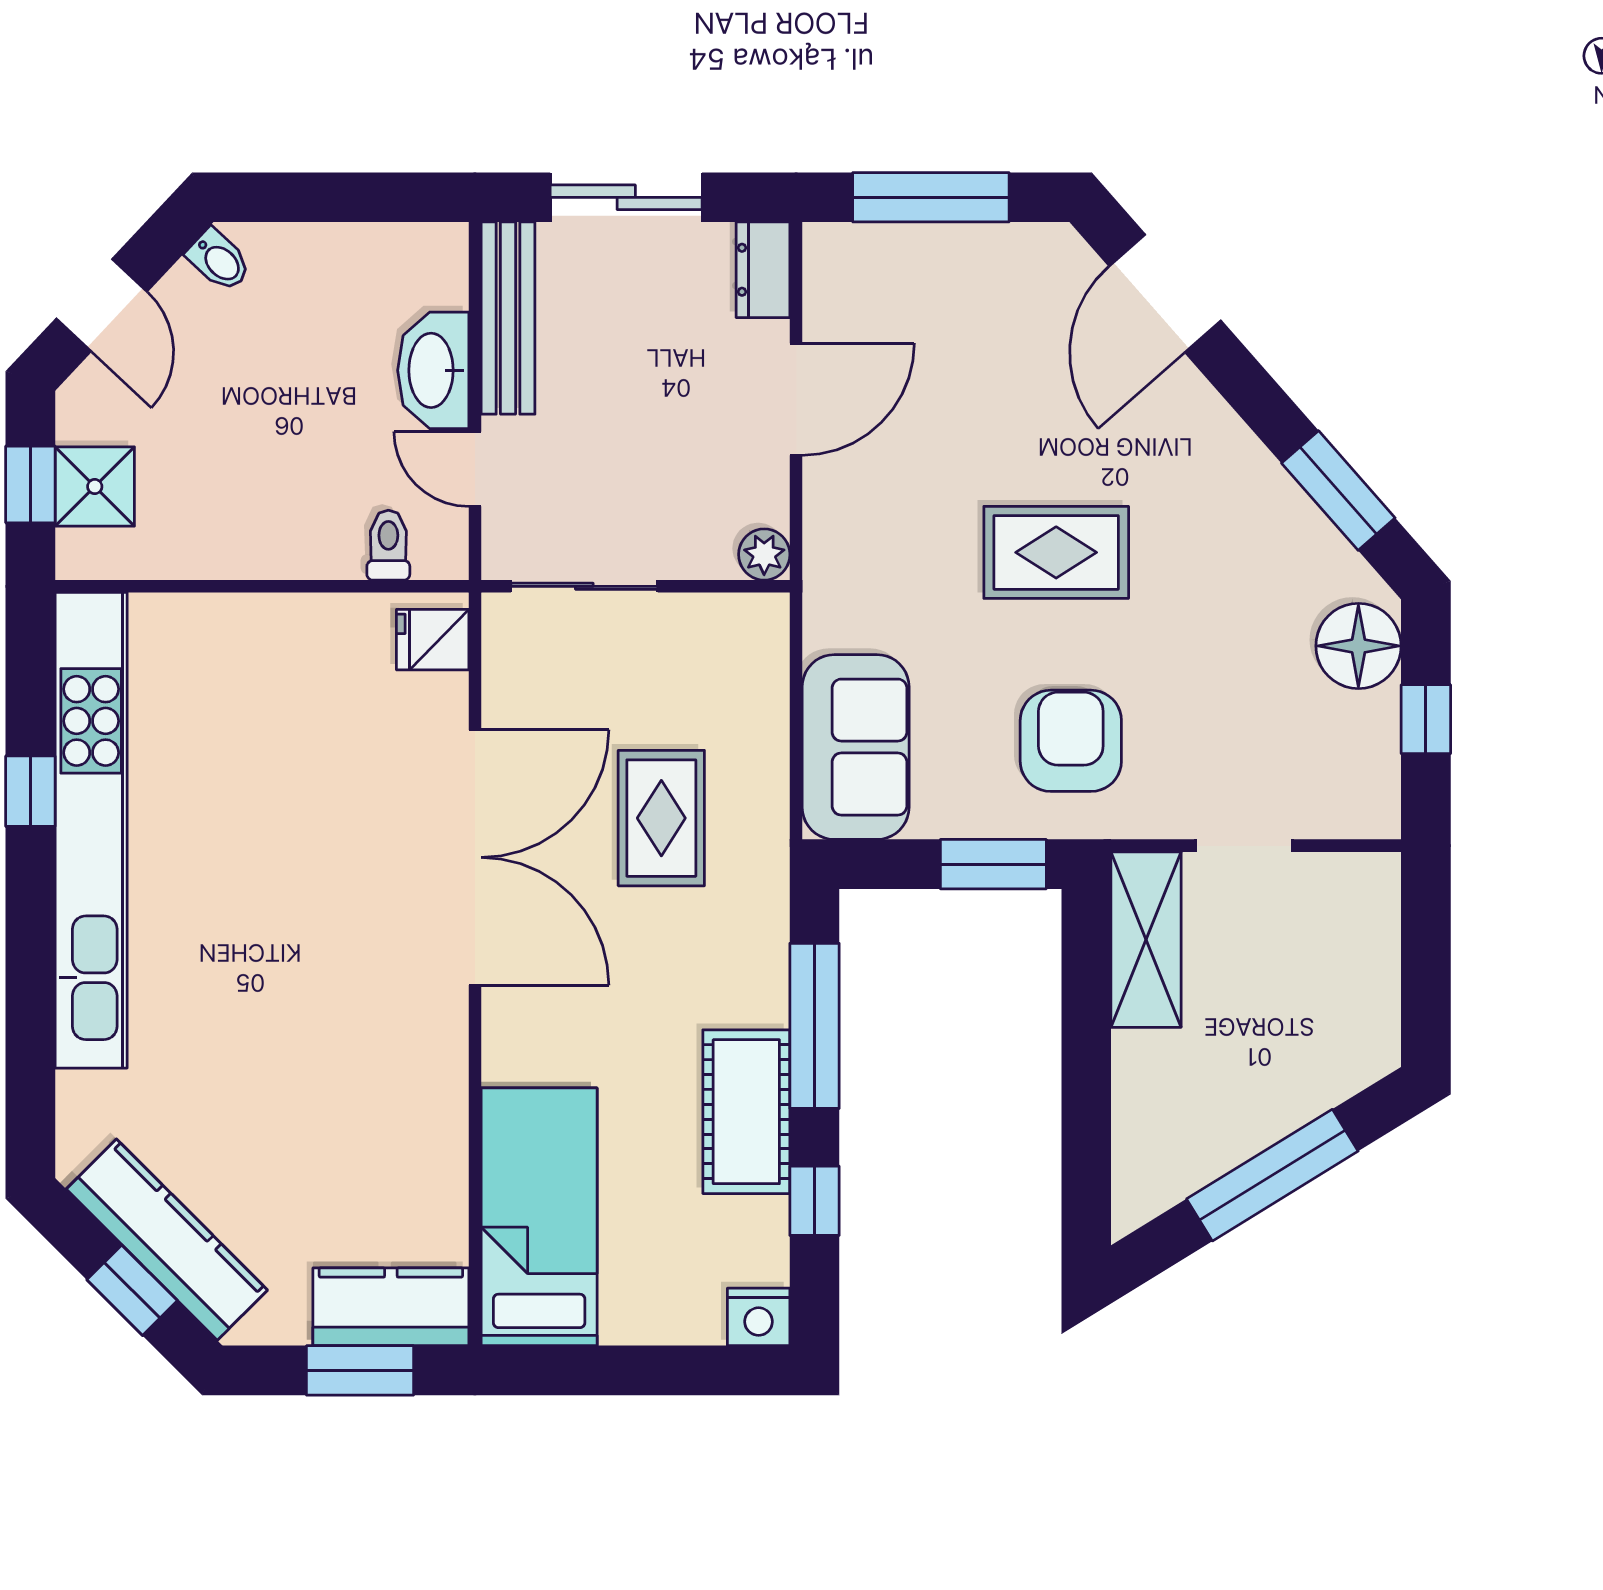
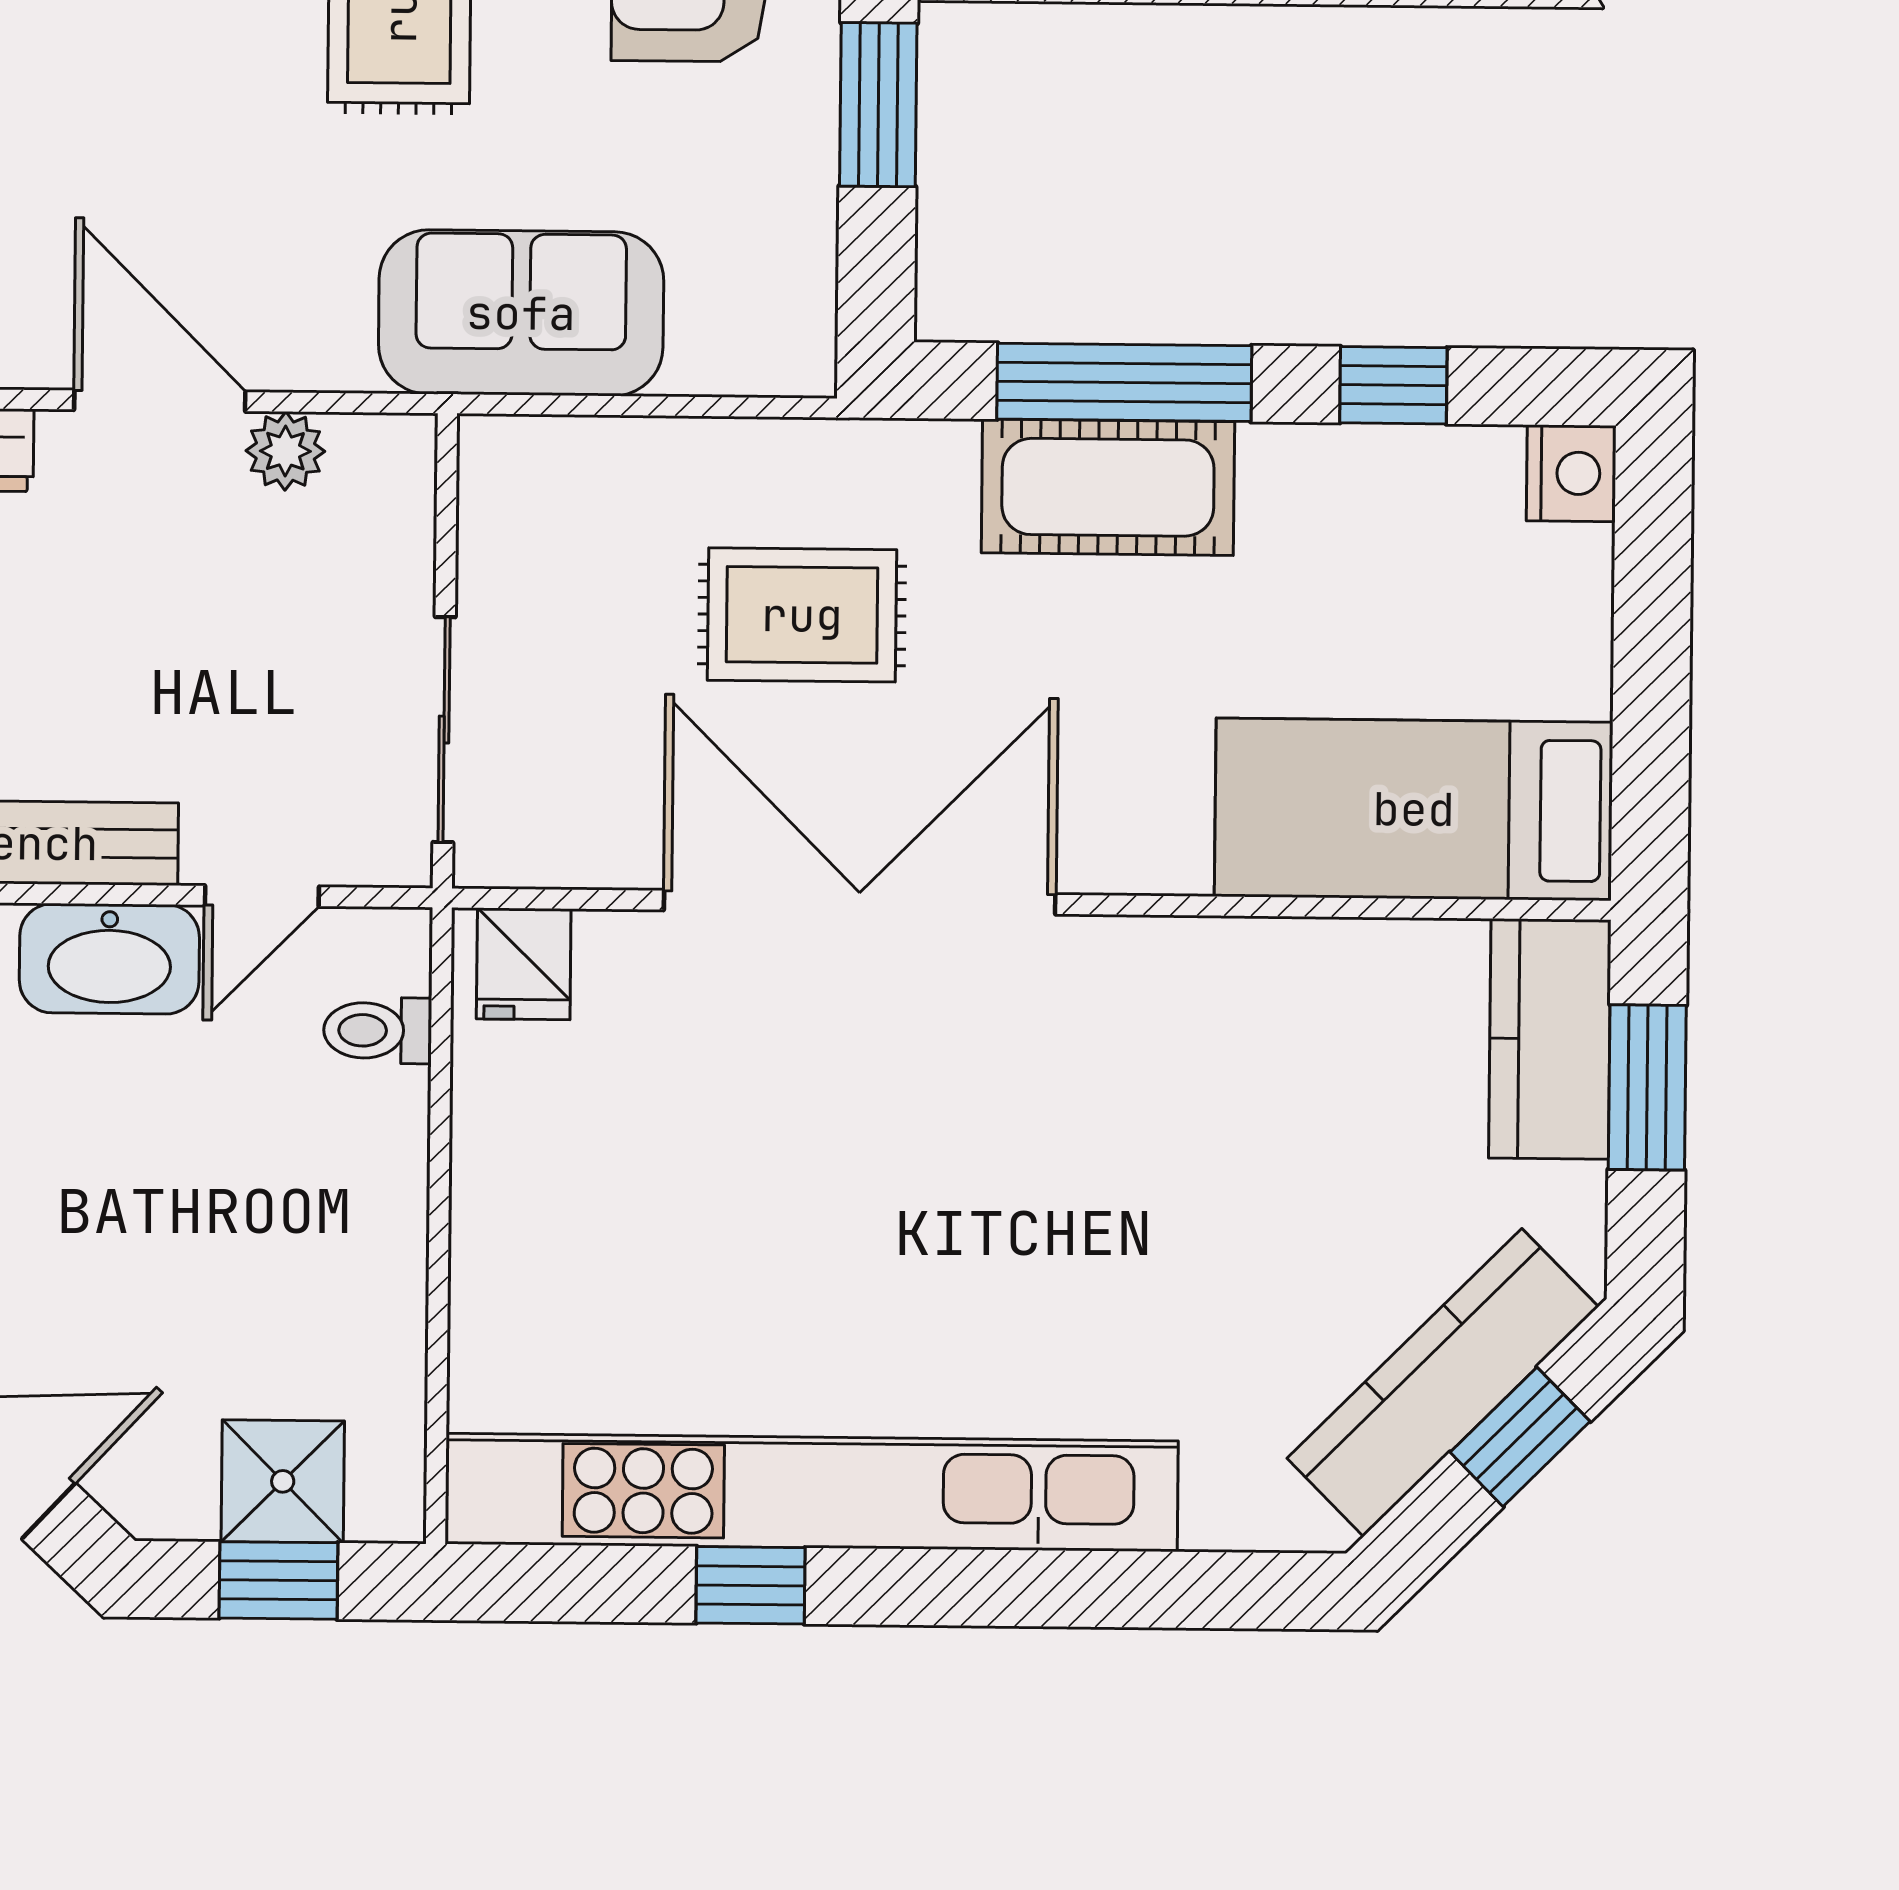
plant: (764, 554) -> (285, 451), moved
sofa: (856, 747) -> (521, 313), moved
cot: (746, 1112) -> (1108, 487), moved

